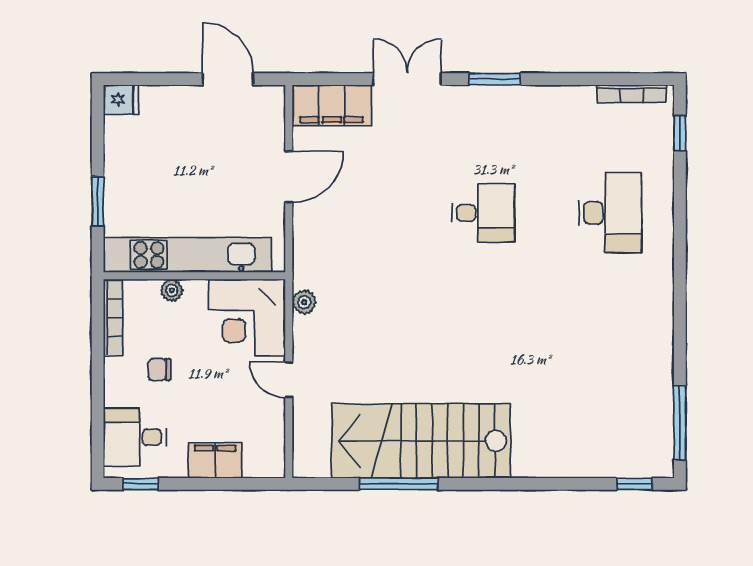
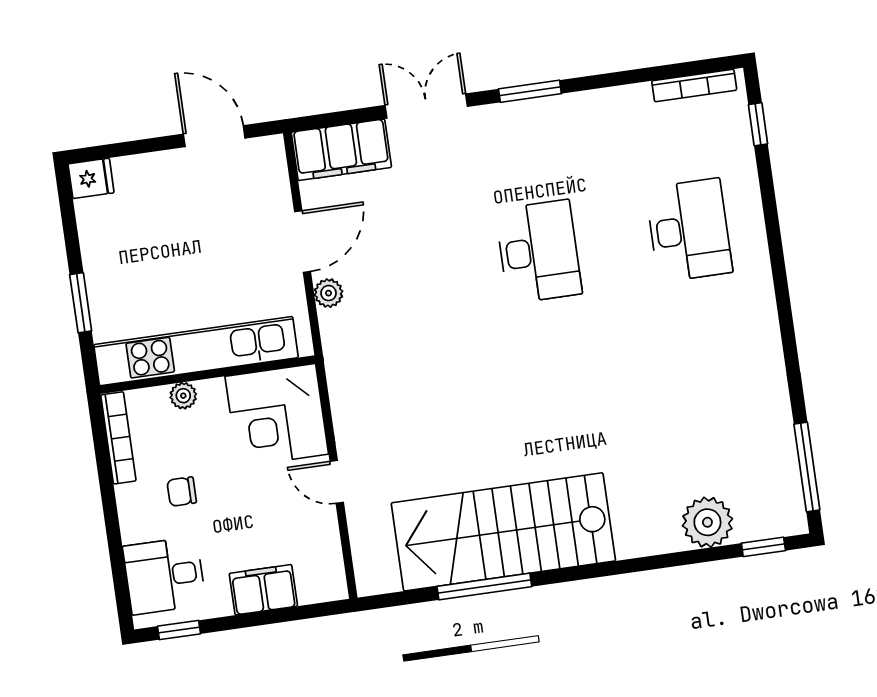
desk: (483, 213) -> (539, 252), width x1.37
plant: (304, 302) -> (329, 293), moved
plant: (591, 457) -> (707, 522), added

